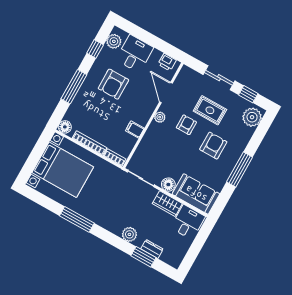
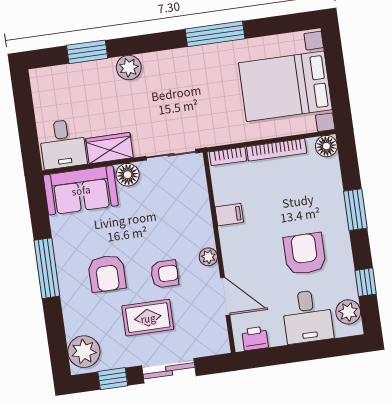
window: (74, 87) -> (355, 210), width x0.69
armchair: (186, 125) -> (165, 274), turned -90
dresser: (152, 249) -> (84, 71), removed

